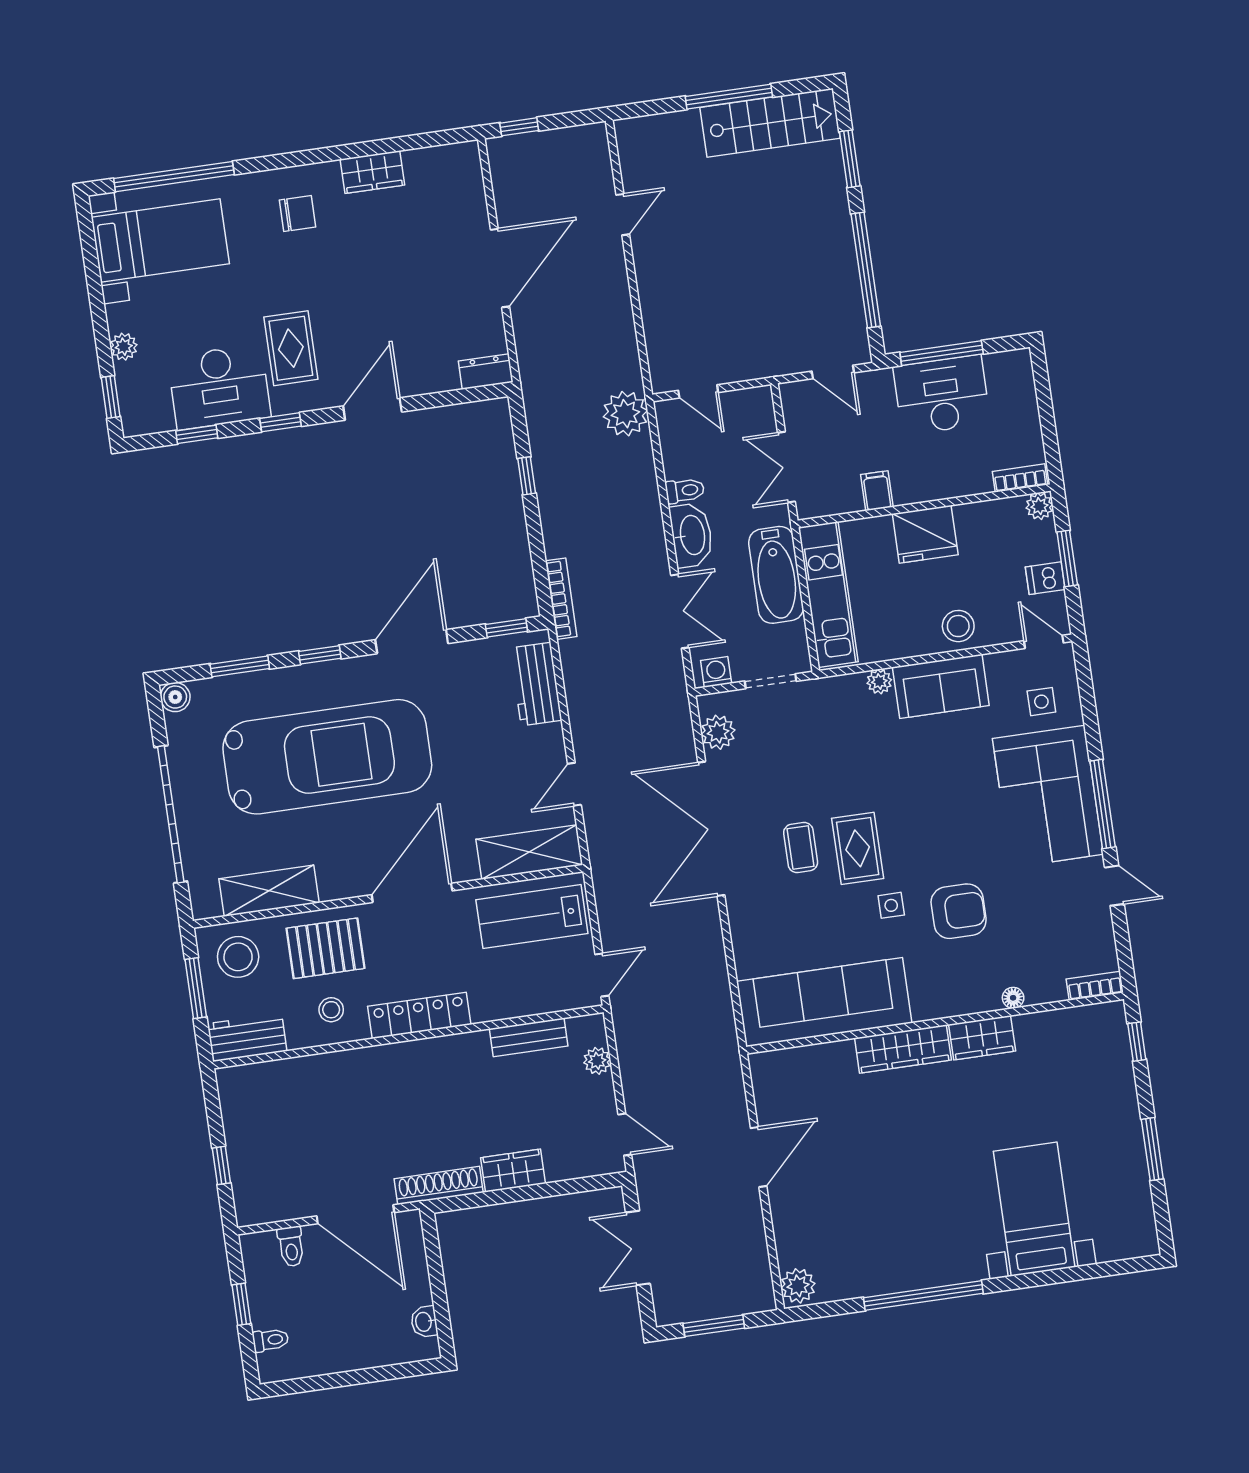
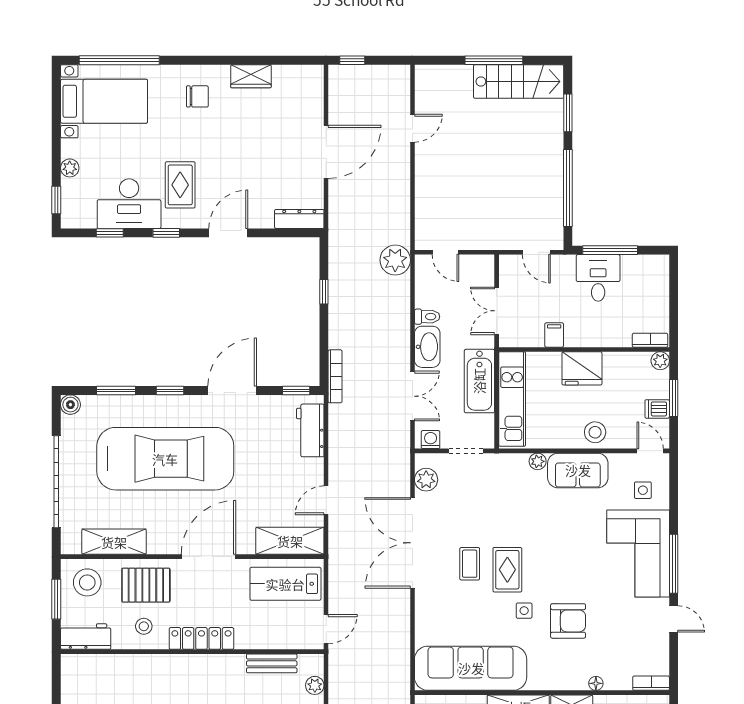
dresser: (486, 372) -> (299, 219), width x1.44
desk: (942, 395) -> (598, 278), width x0.73

